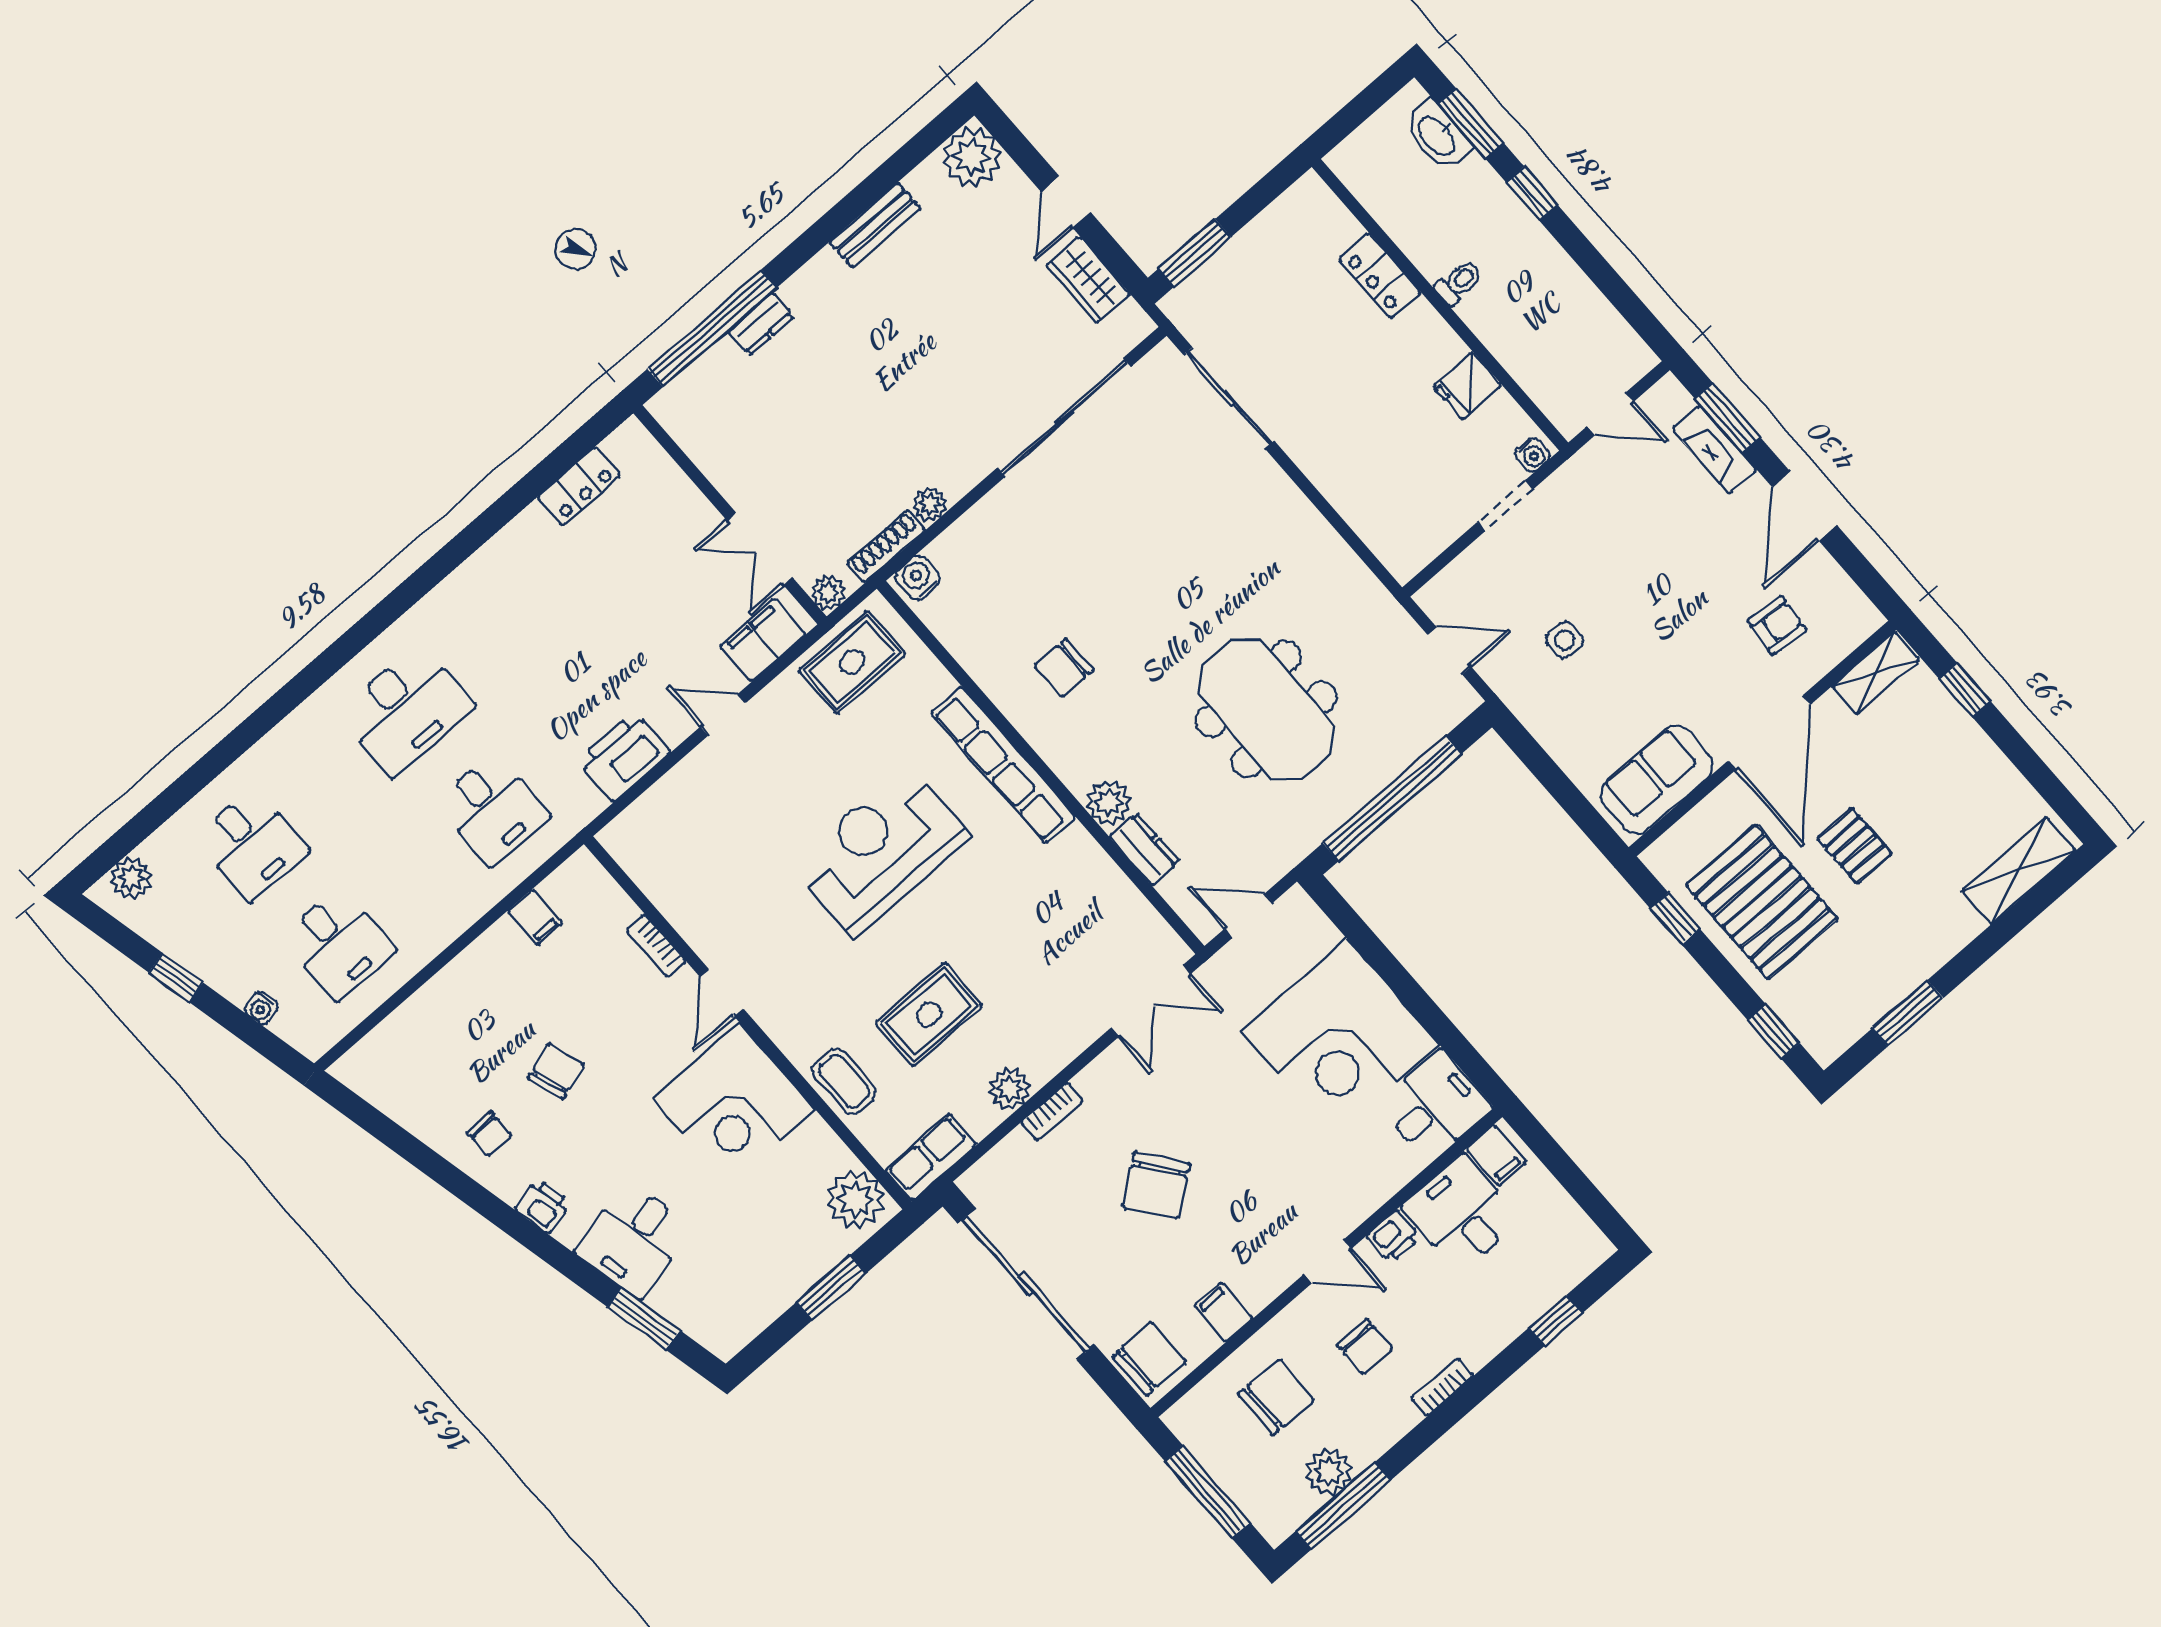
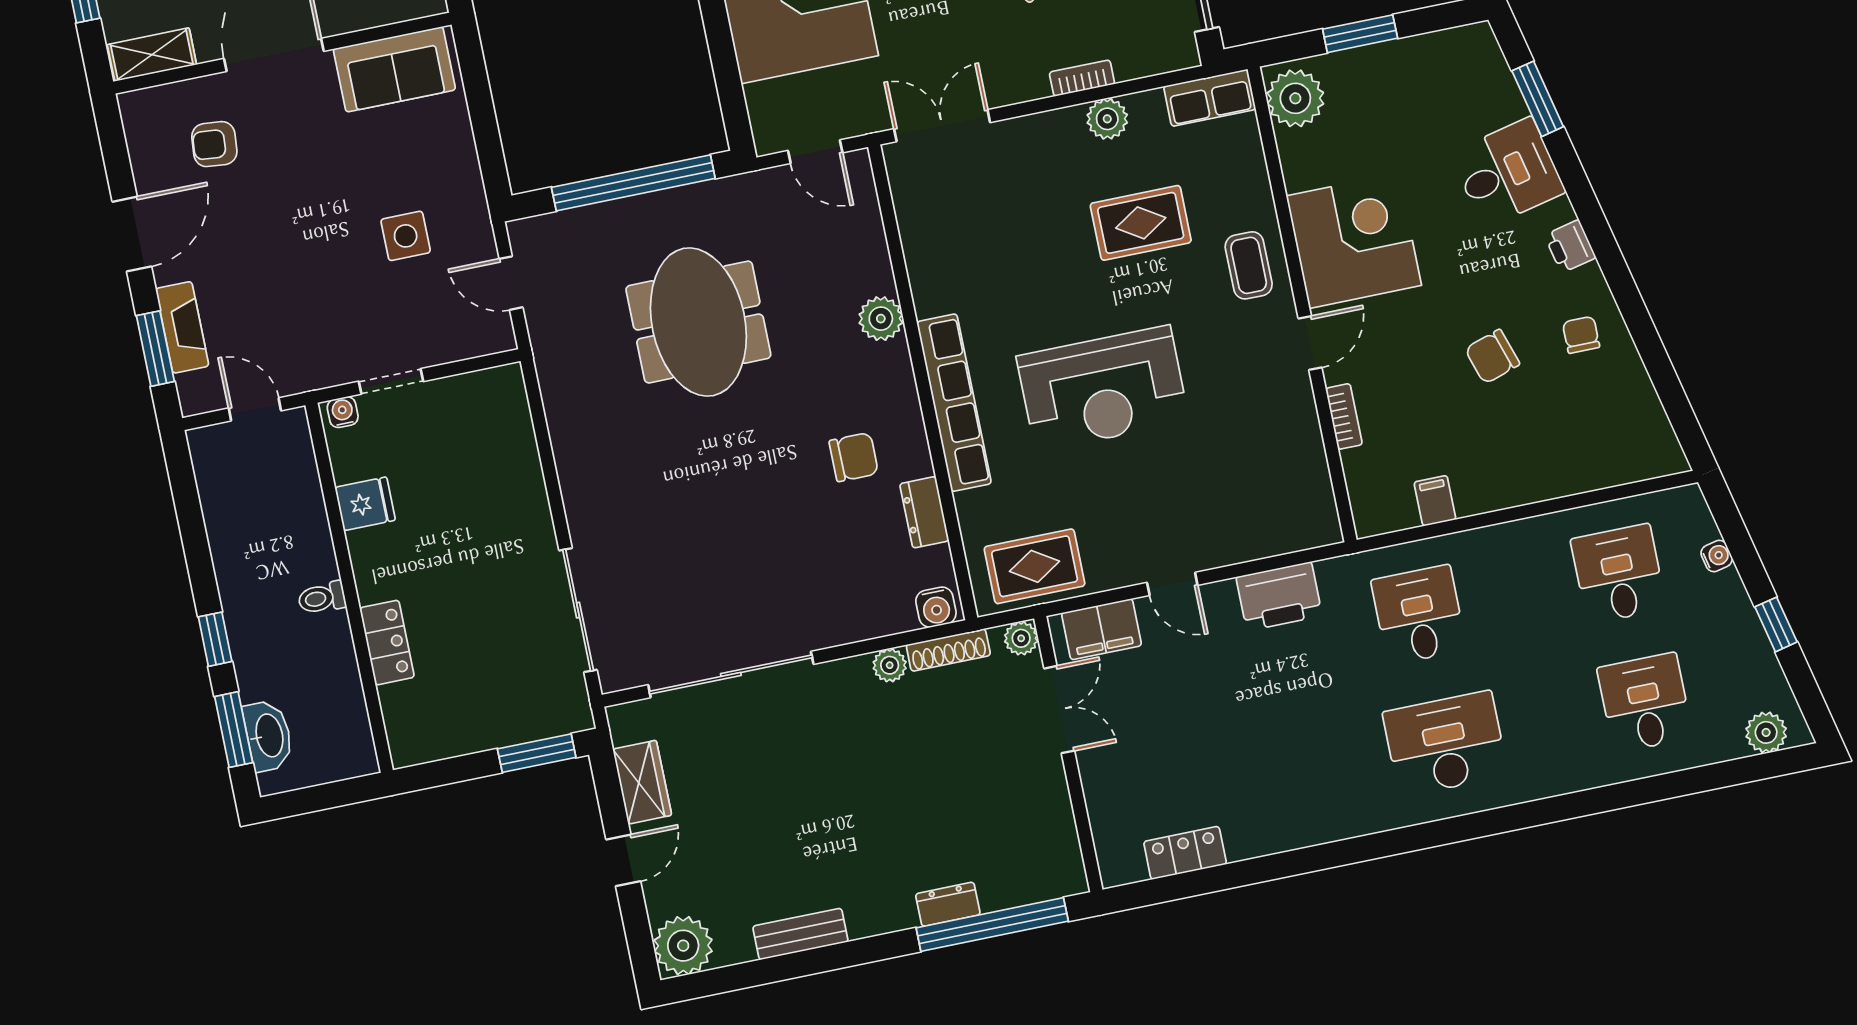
side table: (1565, 640) -> (406, 236), width x1.37, depth x1.37
dresser: (1144, 849) -> (924, 512), moved
coffee table: (844, 1081) -> (1249, 265), moved

